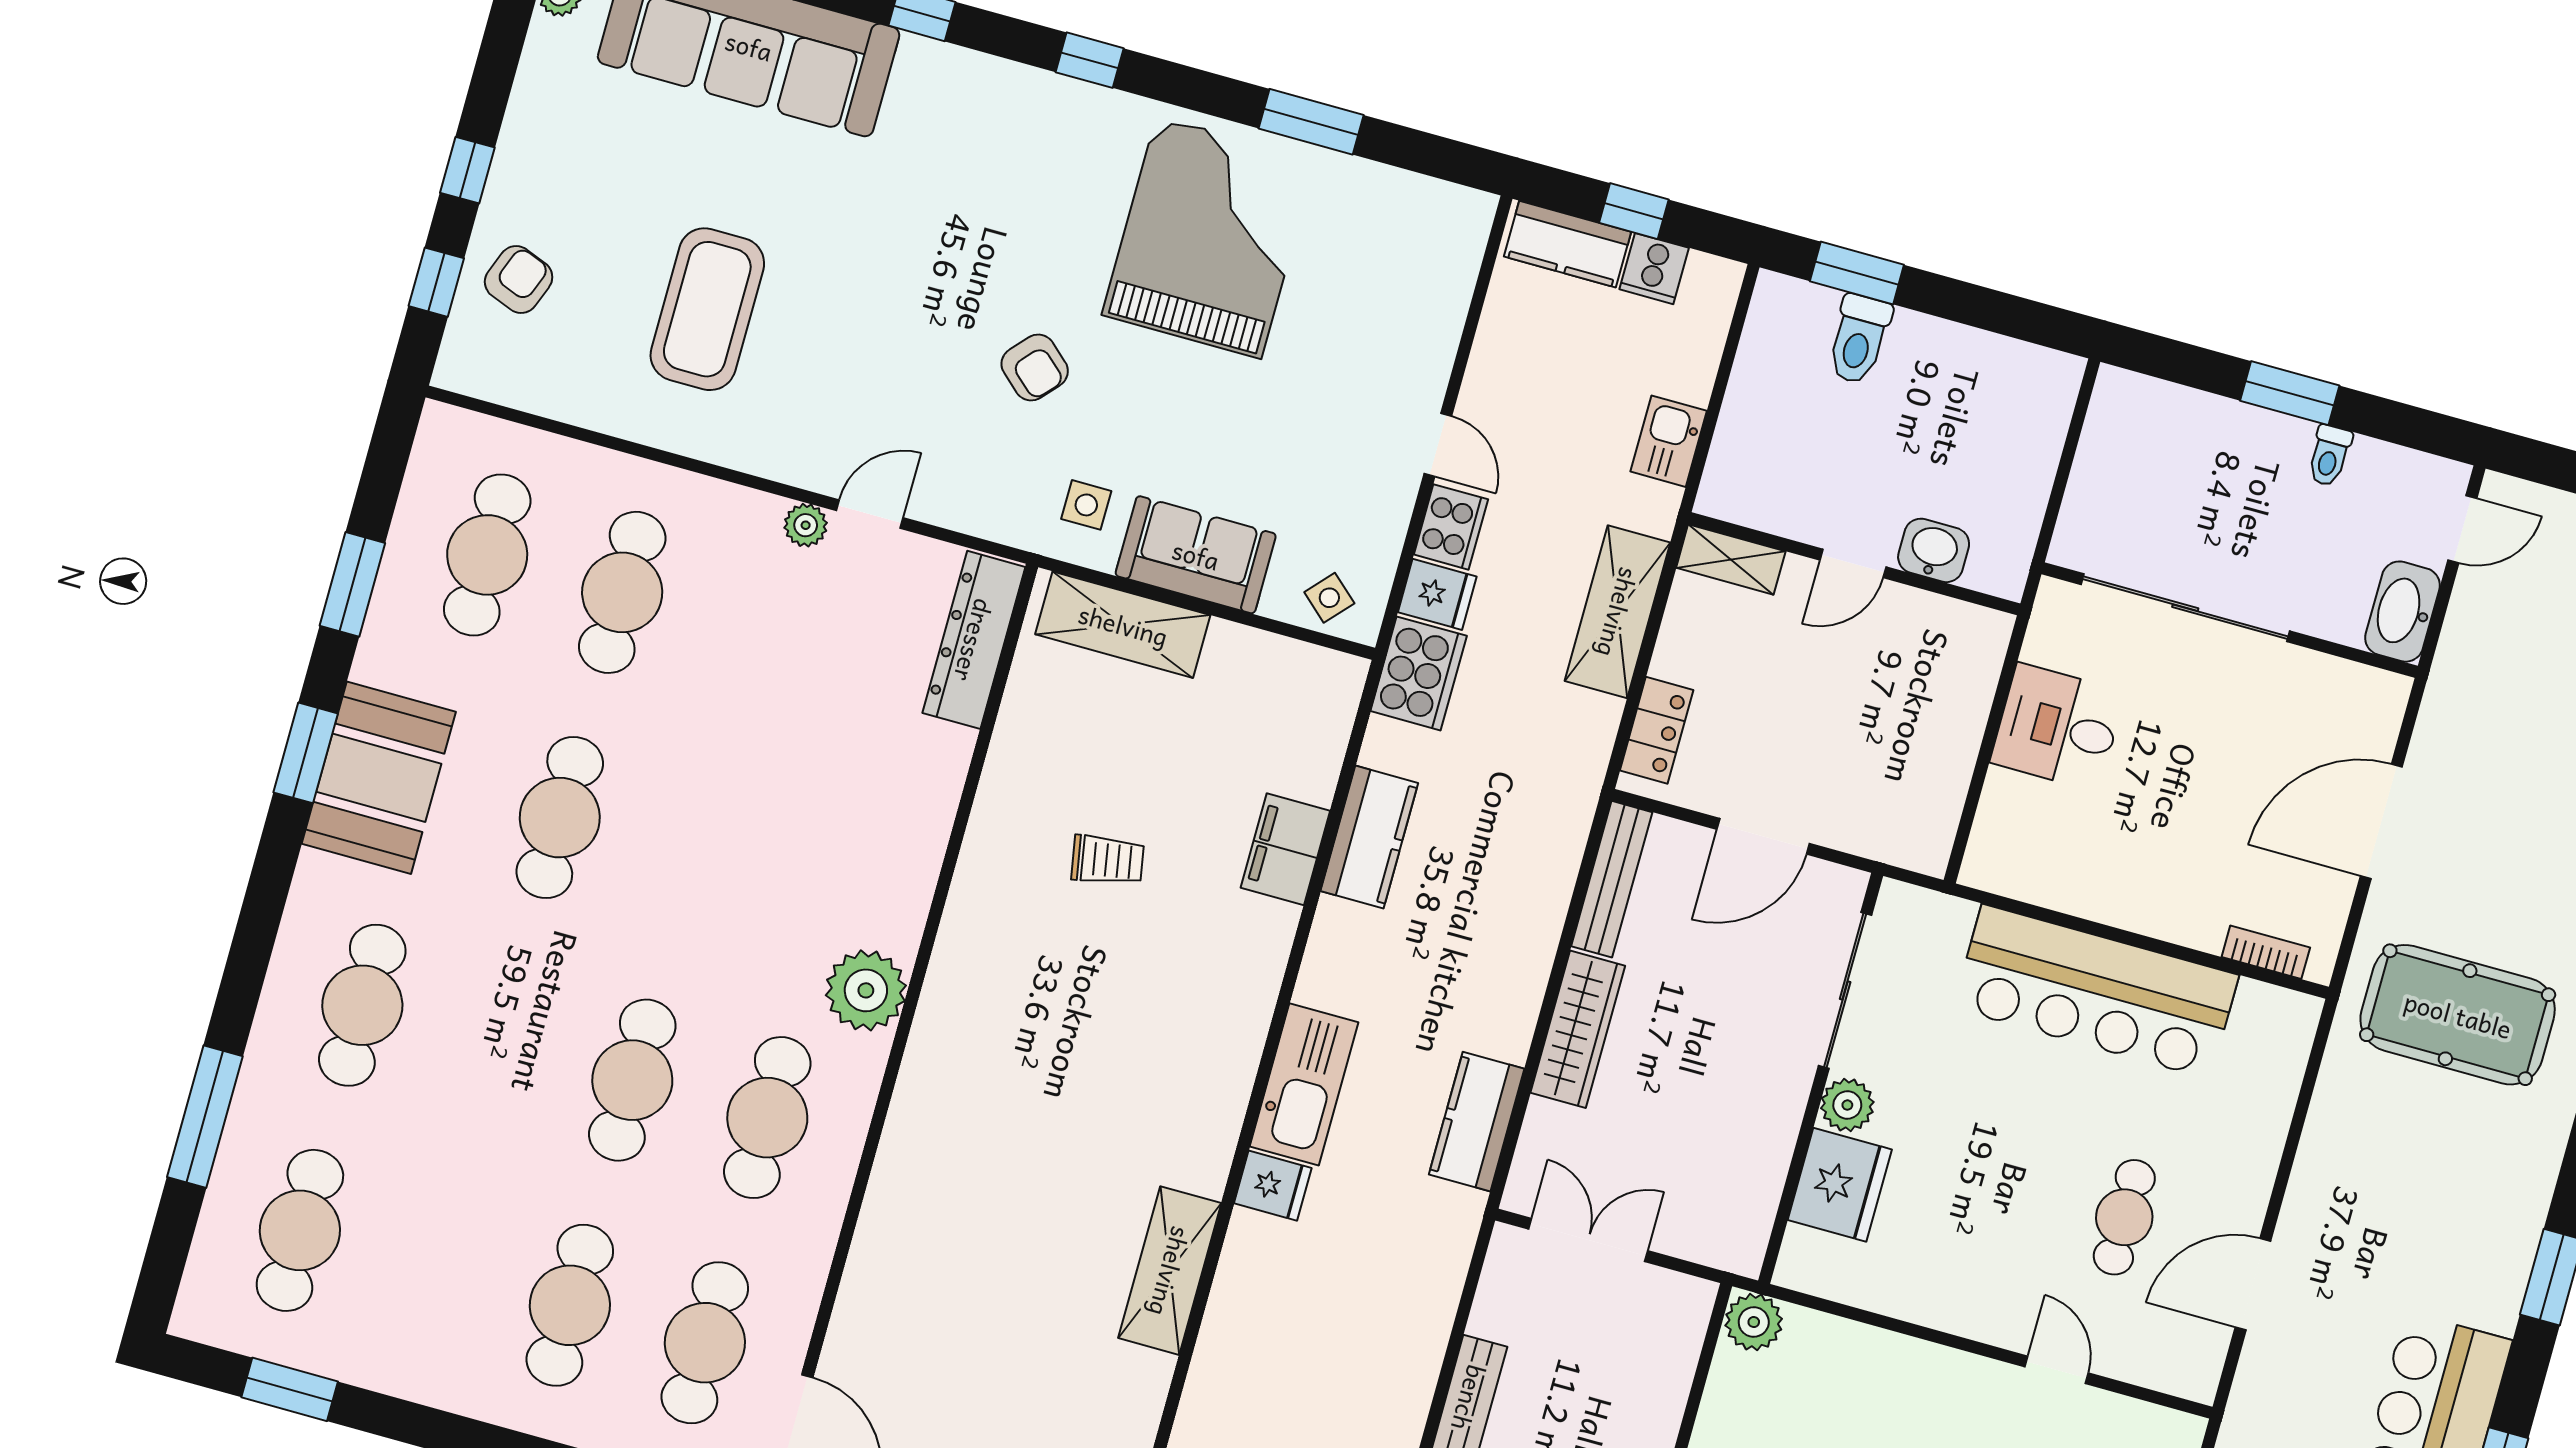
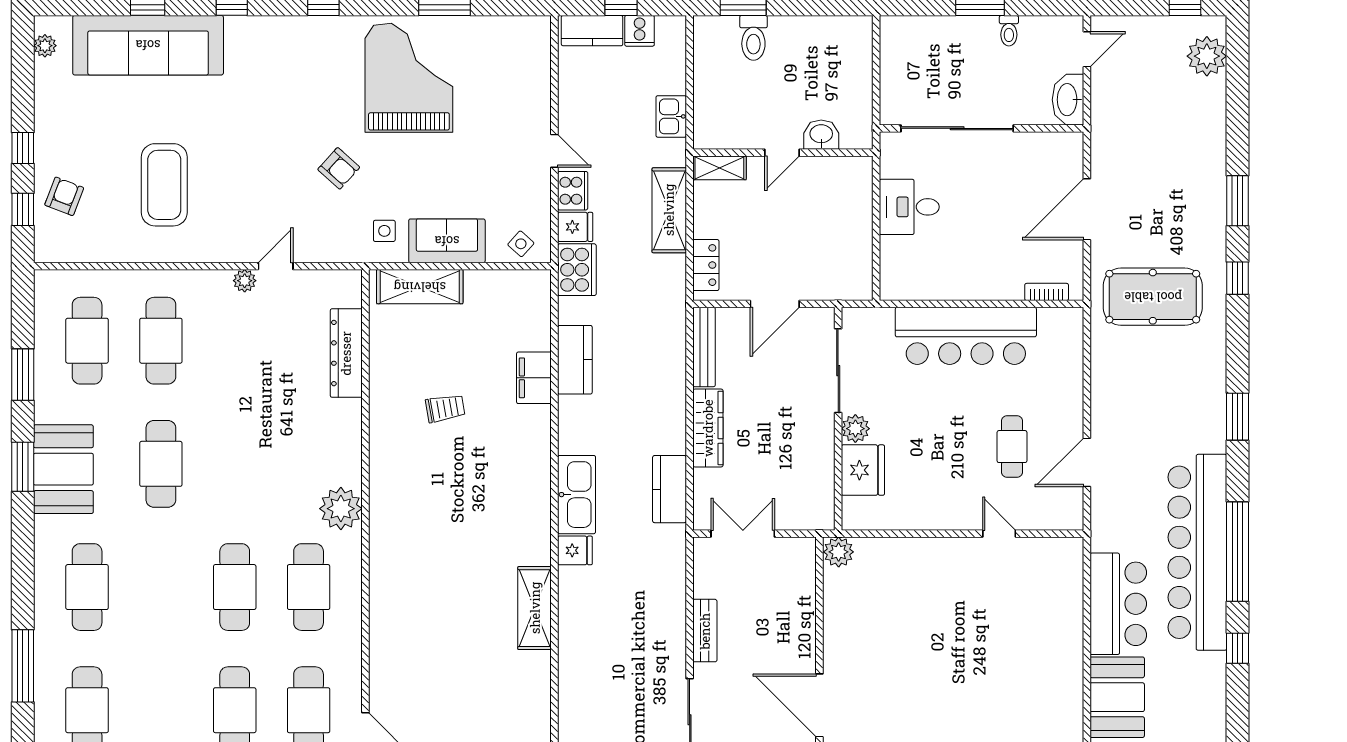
dresser: (974, 640) -> (346, 353), moved

